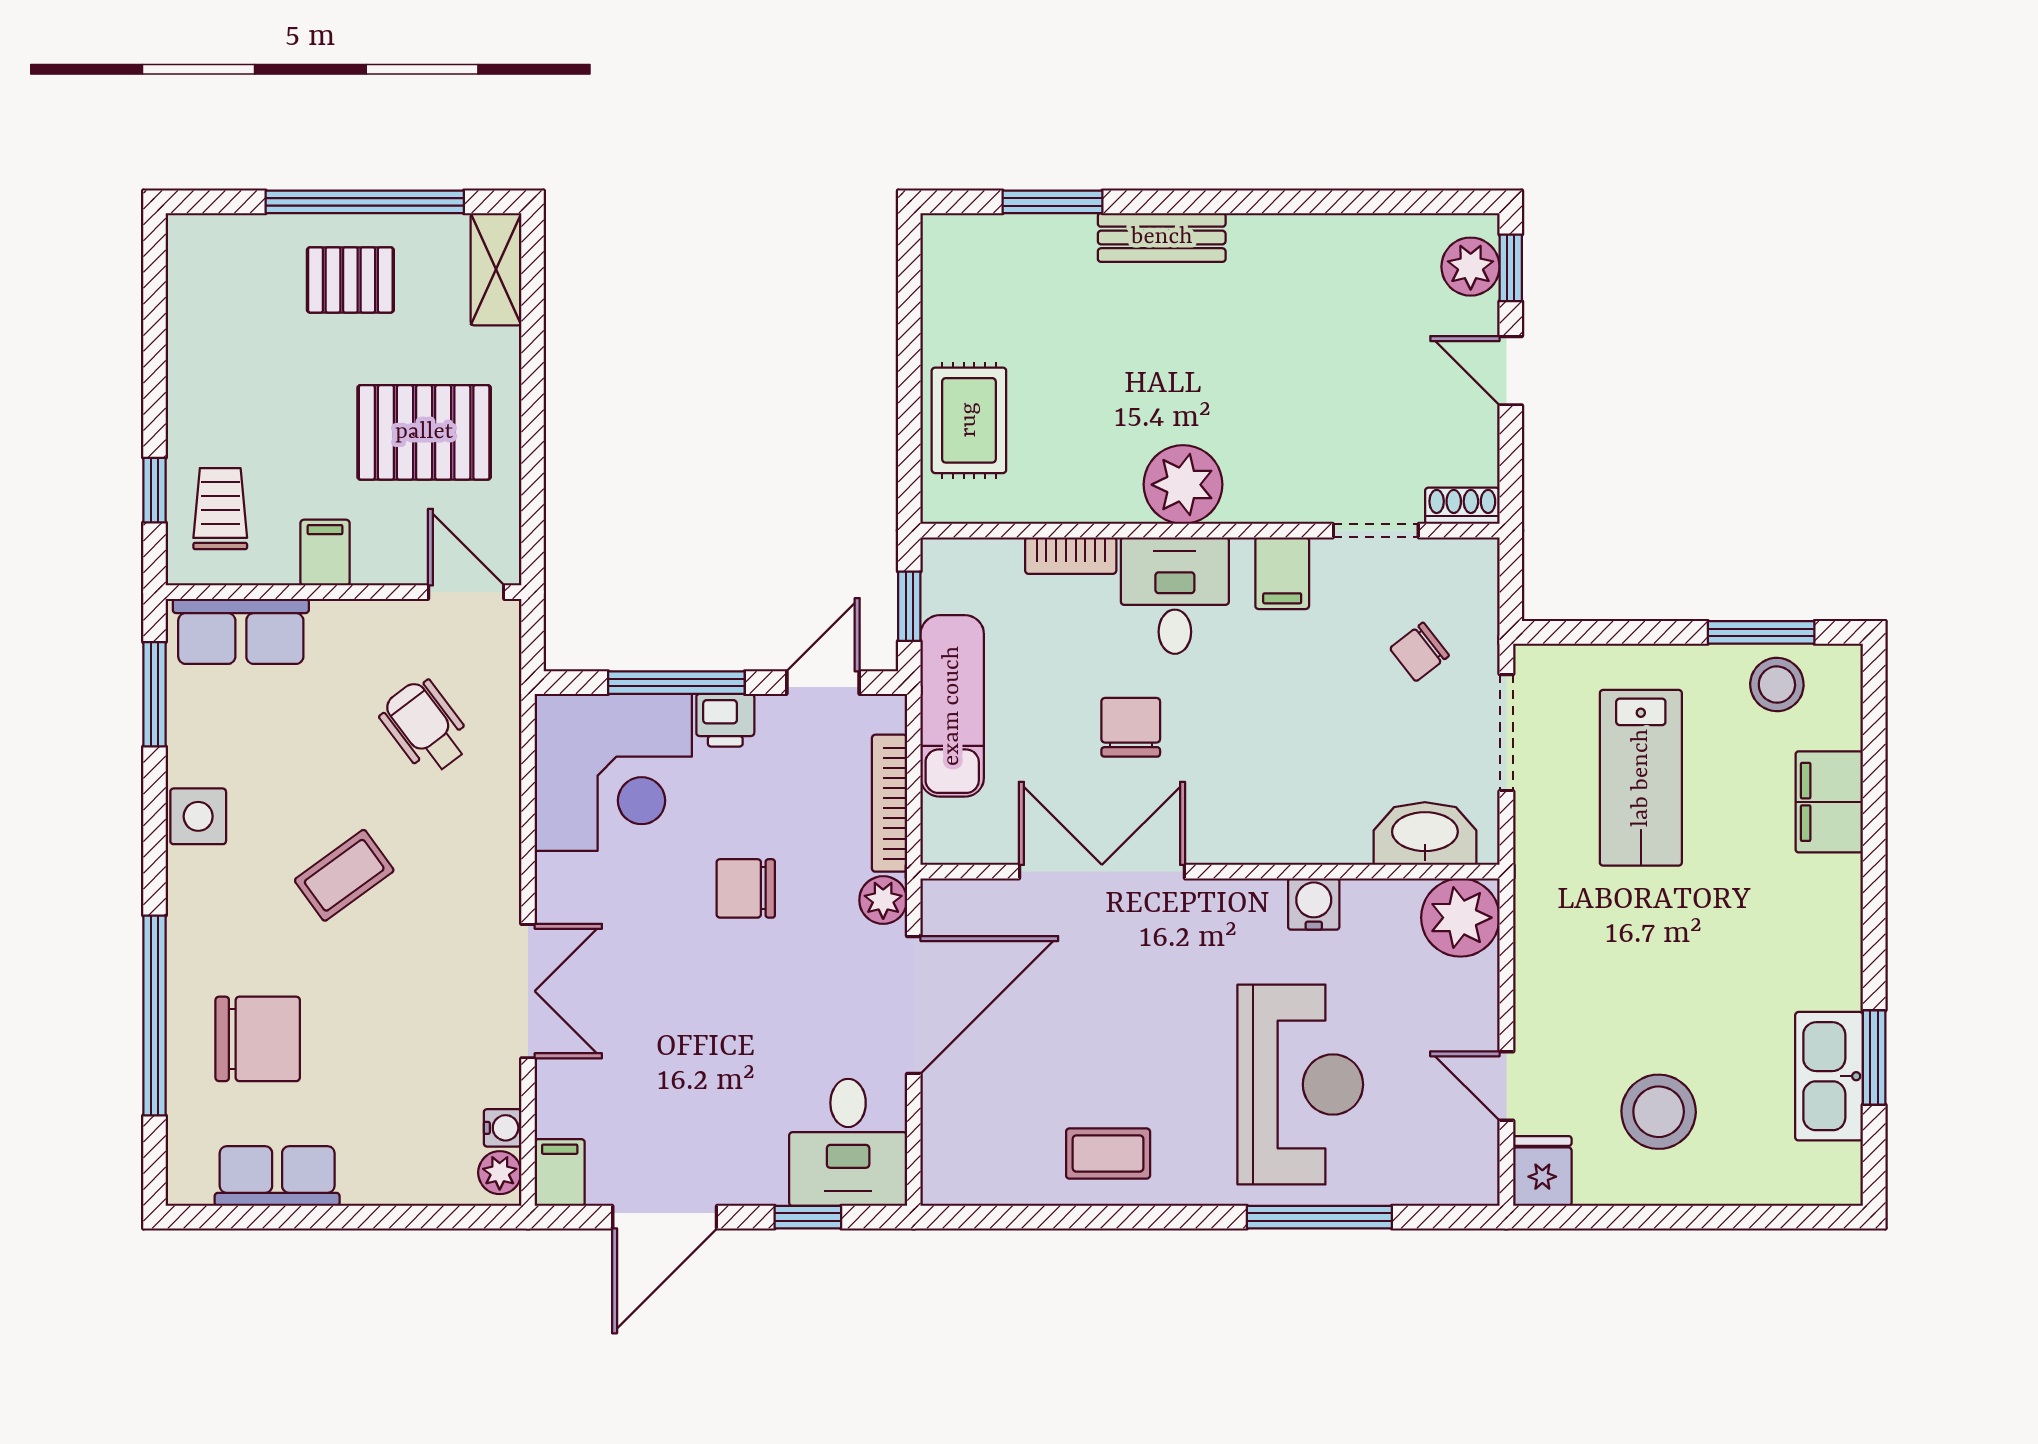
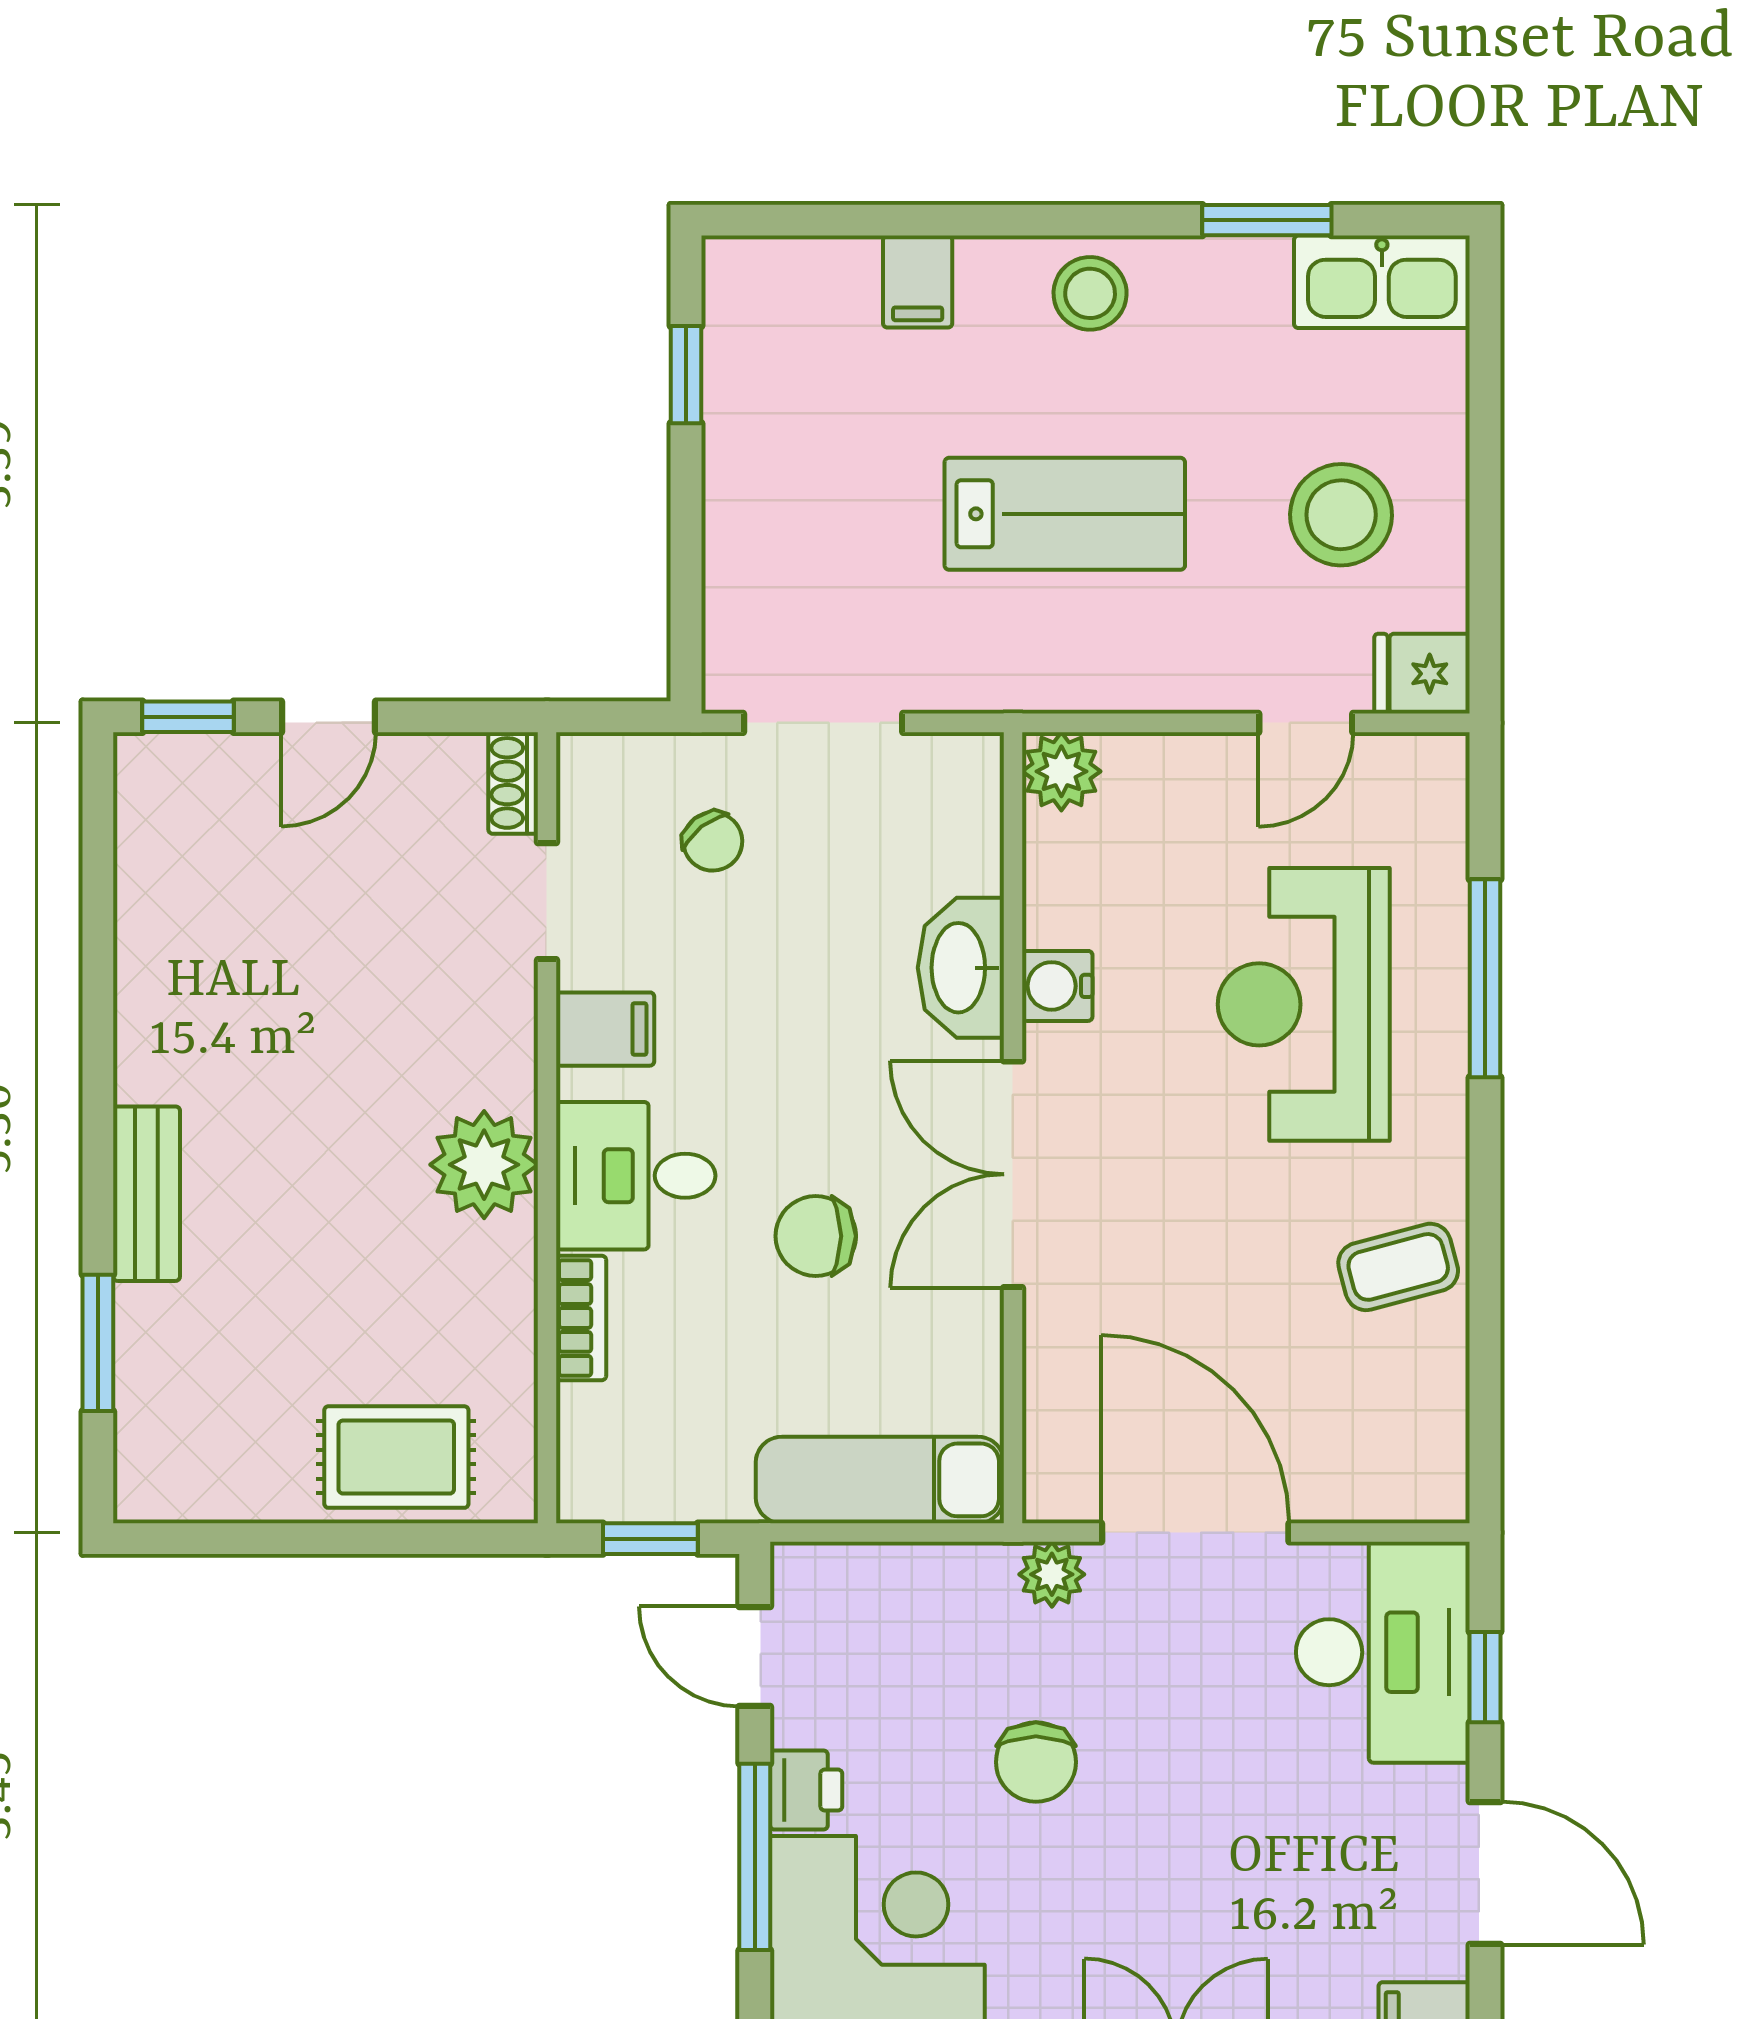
plant: (1471, 267) -> (186, 772), removed
window: (1761, 632) -> (686, 375), width x0.67
stool: (1777, 685) -> (1090, 293), moved
exam couch: (952, 706) -> (880, 1480), moved
lab bench: (1641, 778) -> (1065, 514), moved
filing cabinet: (1829, 802) -> (918, 282), width x0.50
bookcase: (889, 803) -> (919, 1566), removed
washbasin: (1425, 834) -> (961, 968), moved
double door: (1102, 872) -> (1013, 1174), moved
plant: (1460, 918) -> (1061, 771), width x0.73, depth x0.73
kitchen sink: (1829, 1076) -> (1382, 282), moved
reception desk: (1300, 1085) -> (1304, 1004), turned -90
desk: (848, 1142) -> (1383, 1652), width x1.37
coffee table: (1108, 1154) -> (1398, 1267), turned 75

